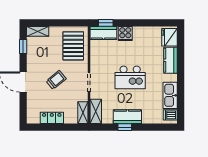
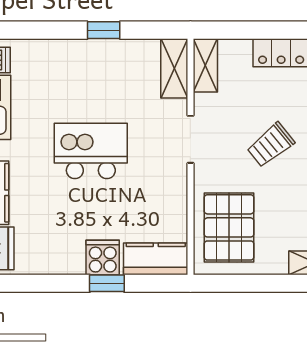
window: (106, 23) -> (107, 283), moved
kitchen counter: (127, 117) -> (97, 56), removed

